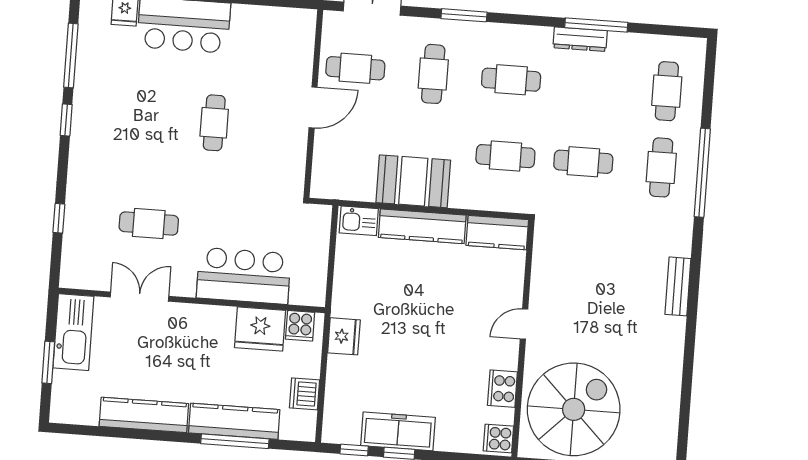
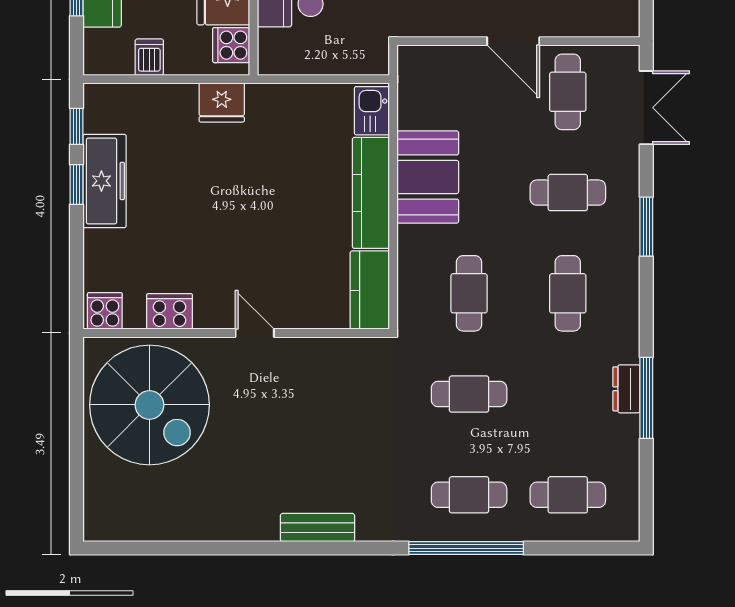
dresser: (580, 39) -> (626, 389), width x0.70
cafe table: (583, 162) -> (469, 394), turned 90
dishwasher: (304, 394) -> (149, 57), width x0.73

